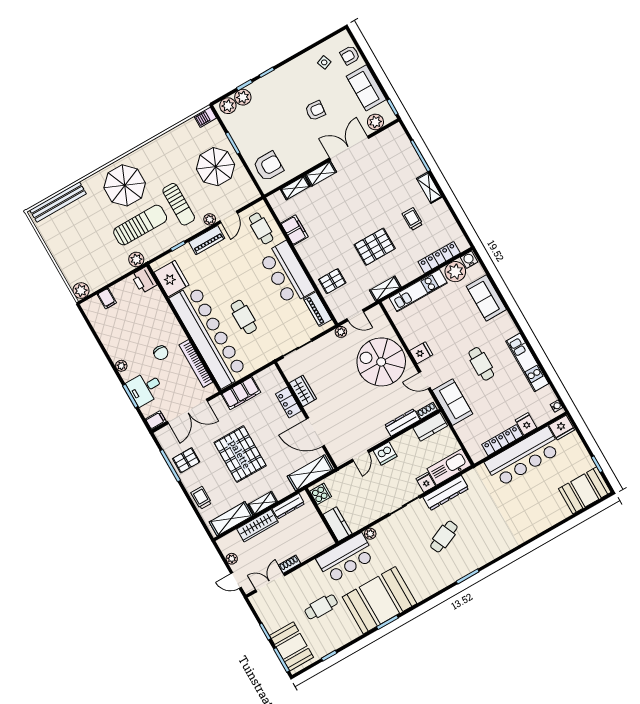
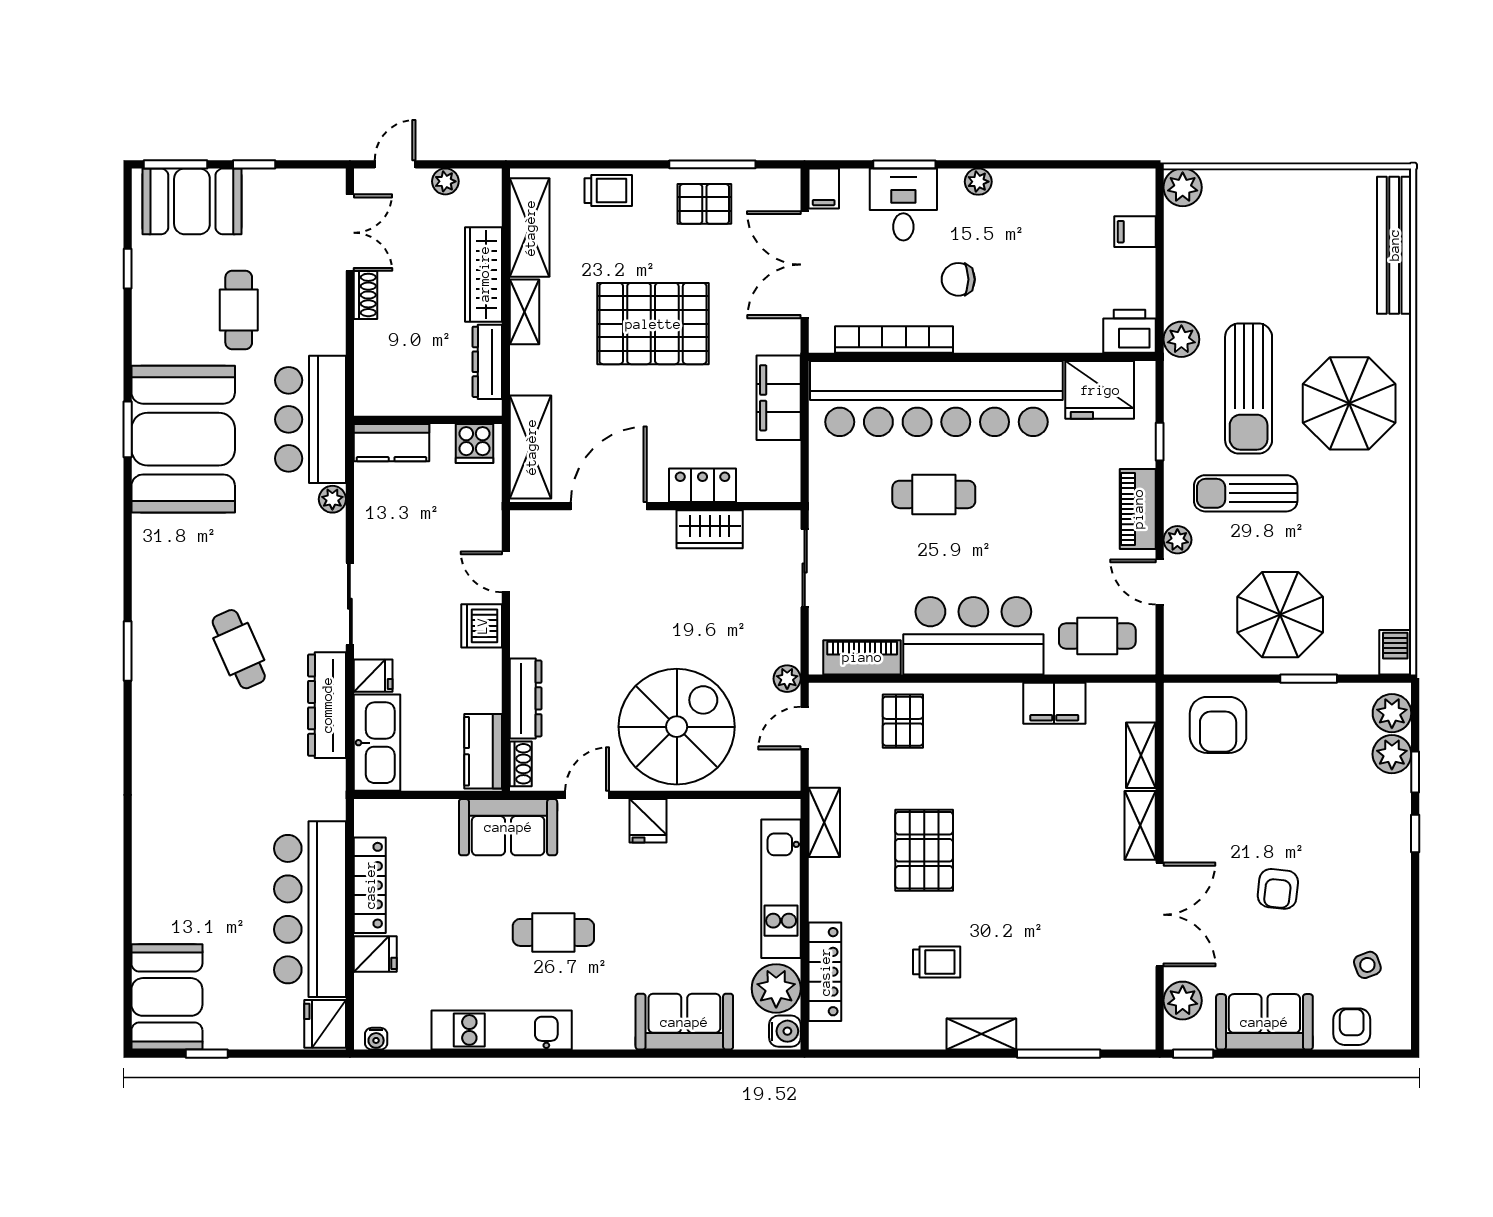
pallet: (186, 460) -> (704, 204), turned 90

